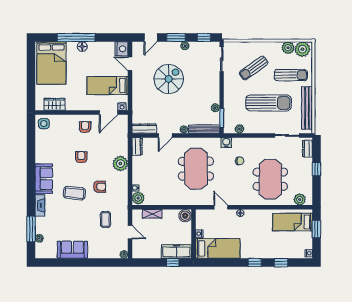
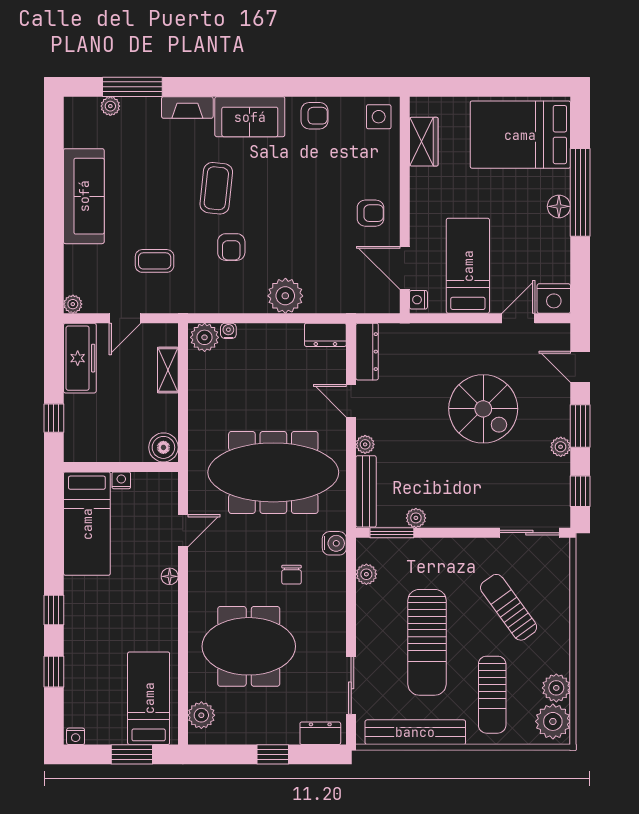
armchair: (81, 157) -> (314, 116), moved
meeting table: (196, 169) -> (273, 472), width x1.36
sofa: (72, 250) -> (84, 196), width x1.36
freezer: (176, 251) -> (80, 358), moved

